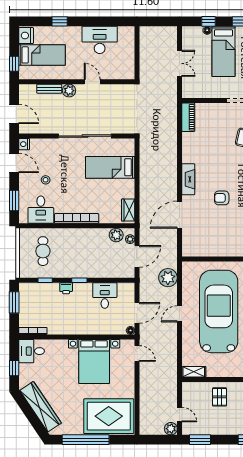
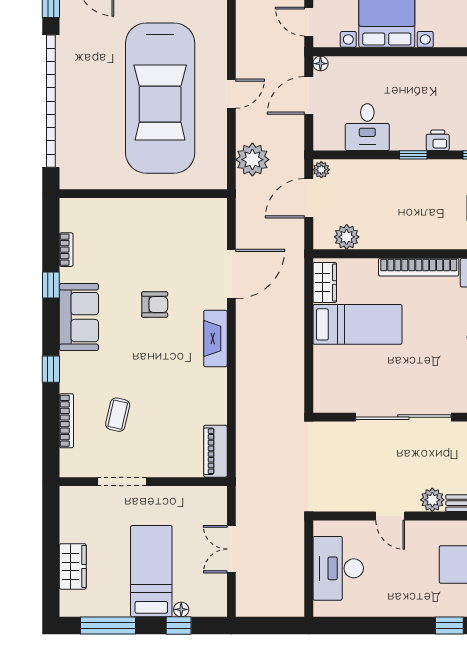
desk: (100, 40) -> (338, 568), moved, turned 90
bed: (110, 167) -> (357, 324), moved
plant: (130, 239) -> (321, 170), moved

